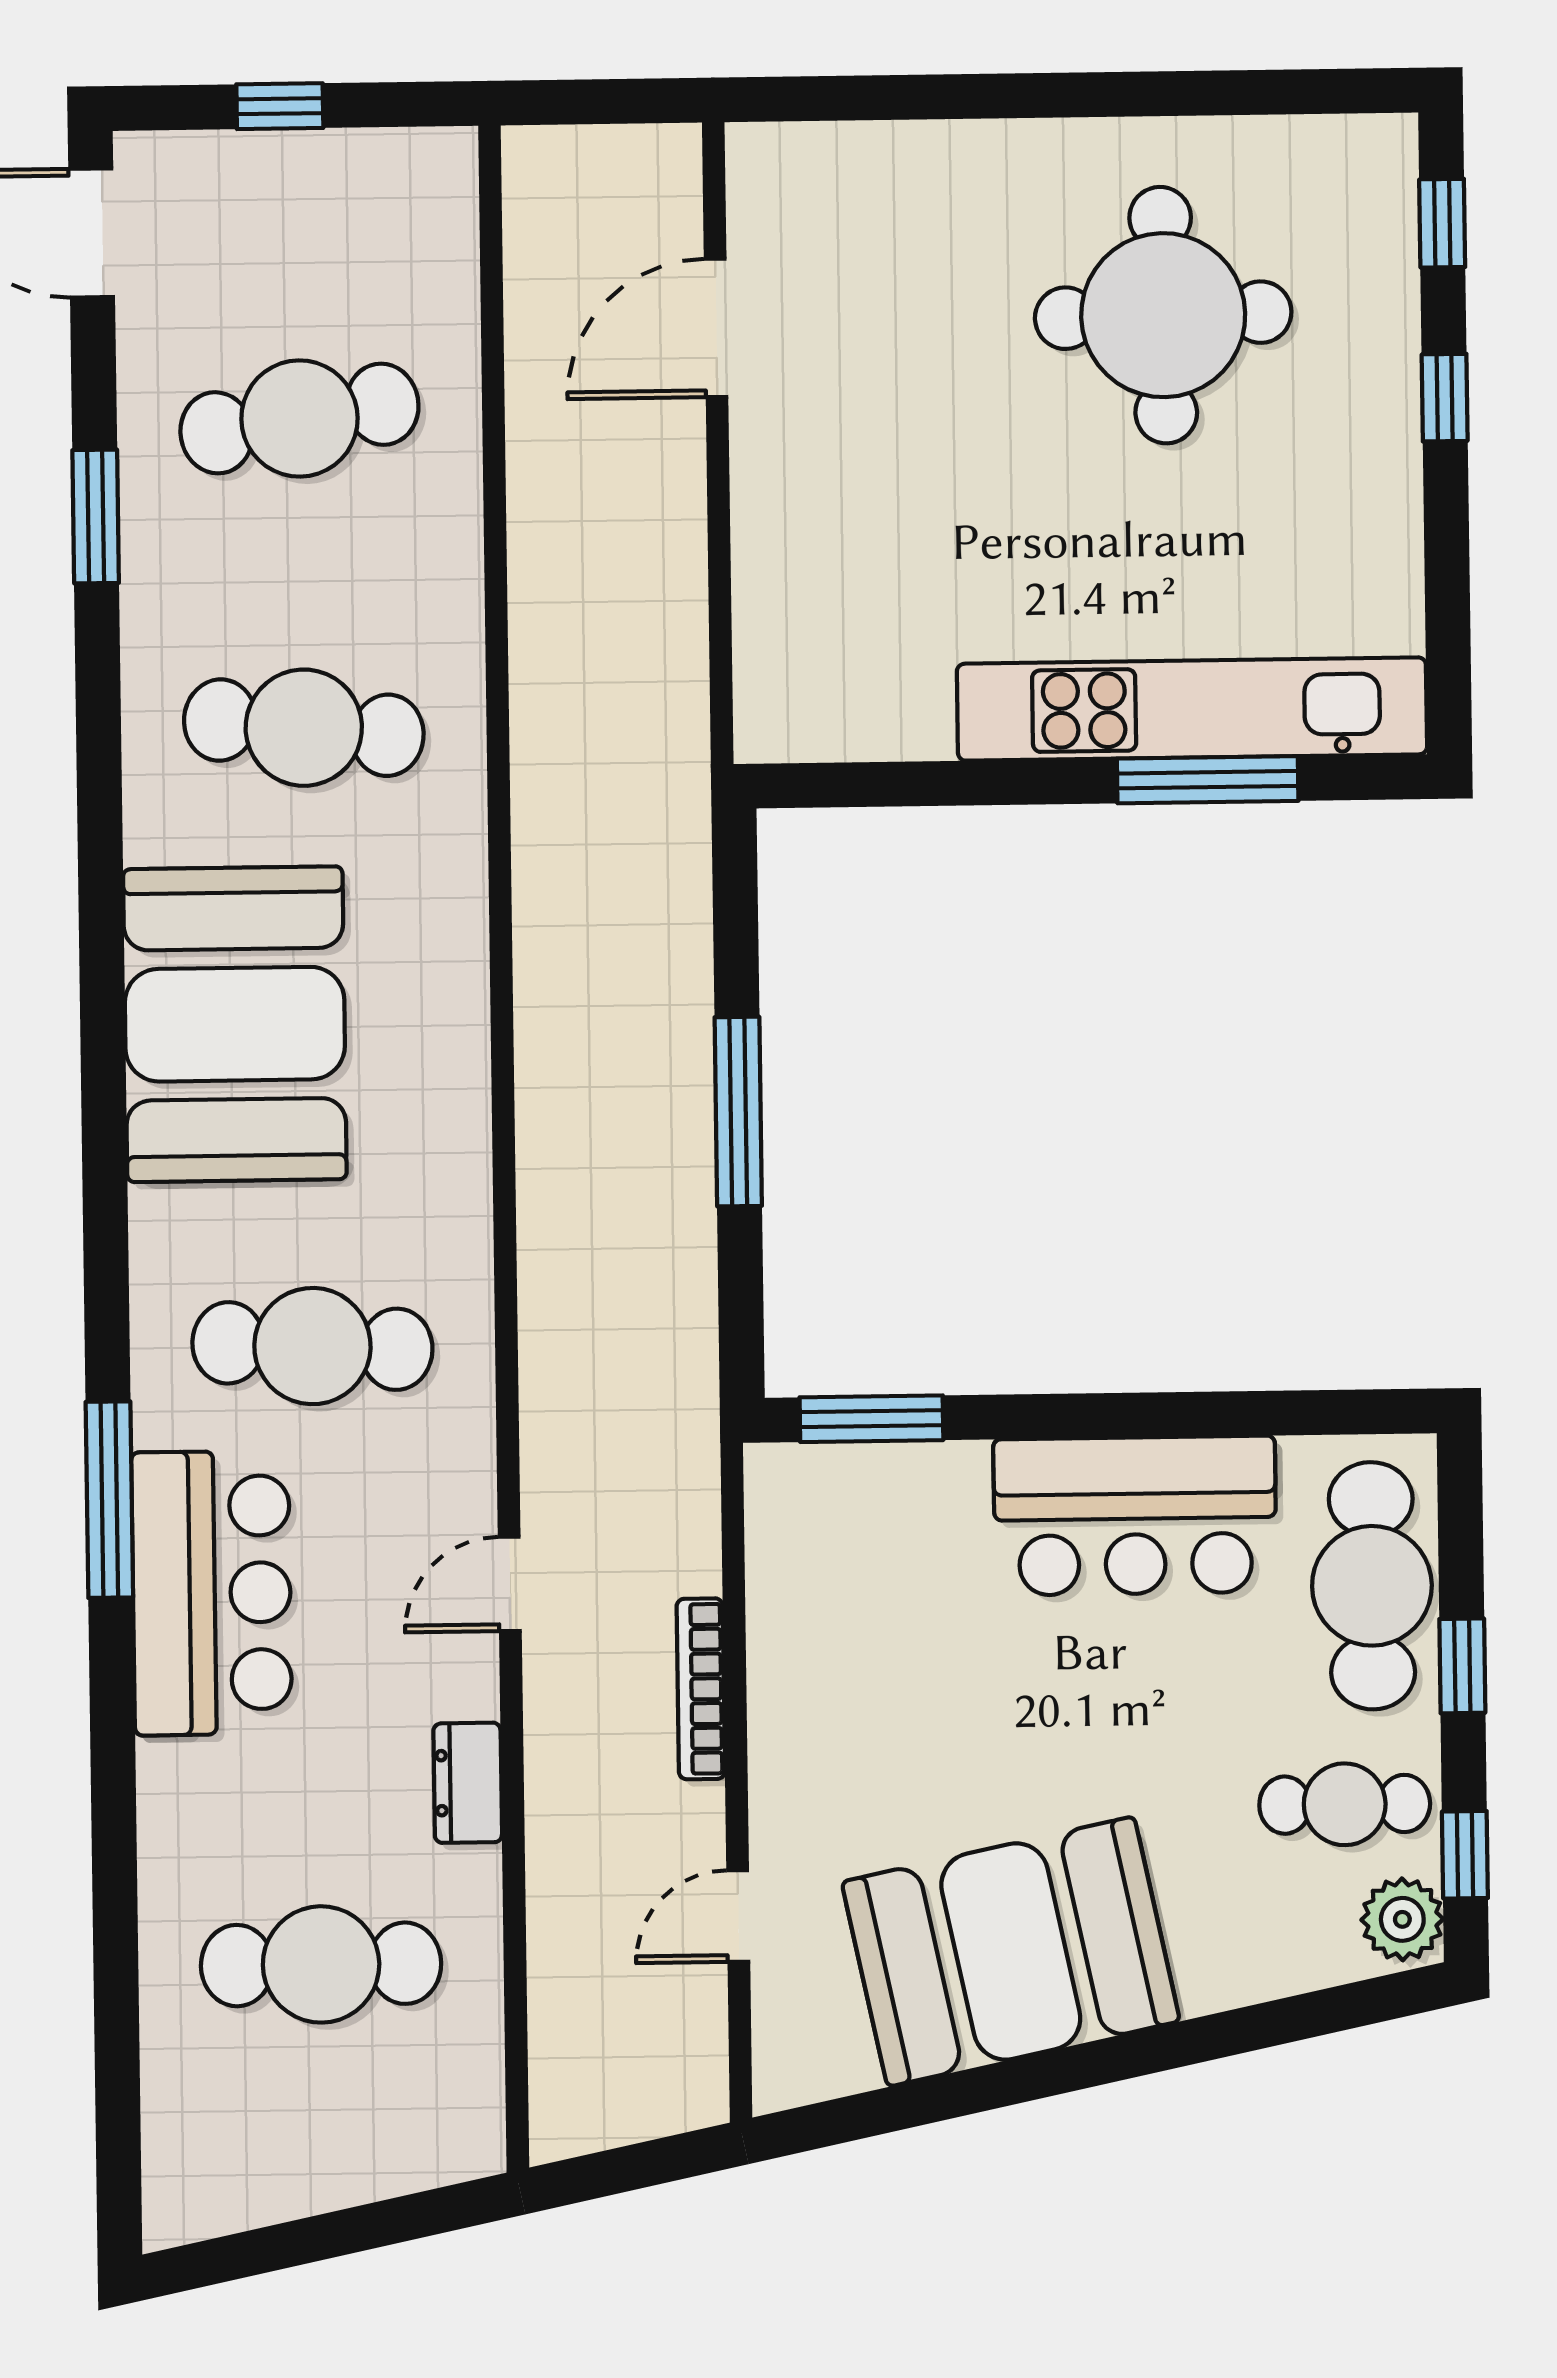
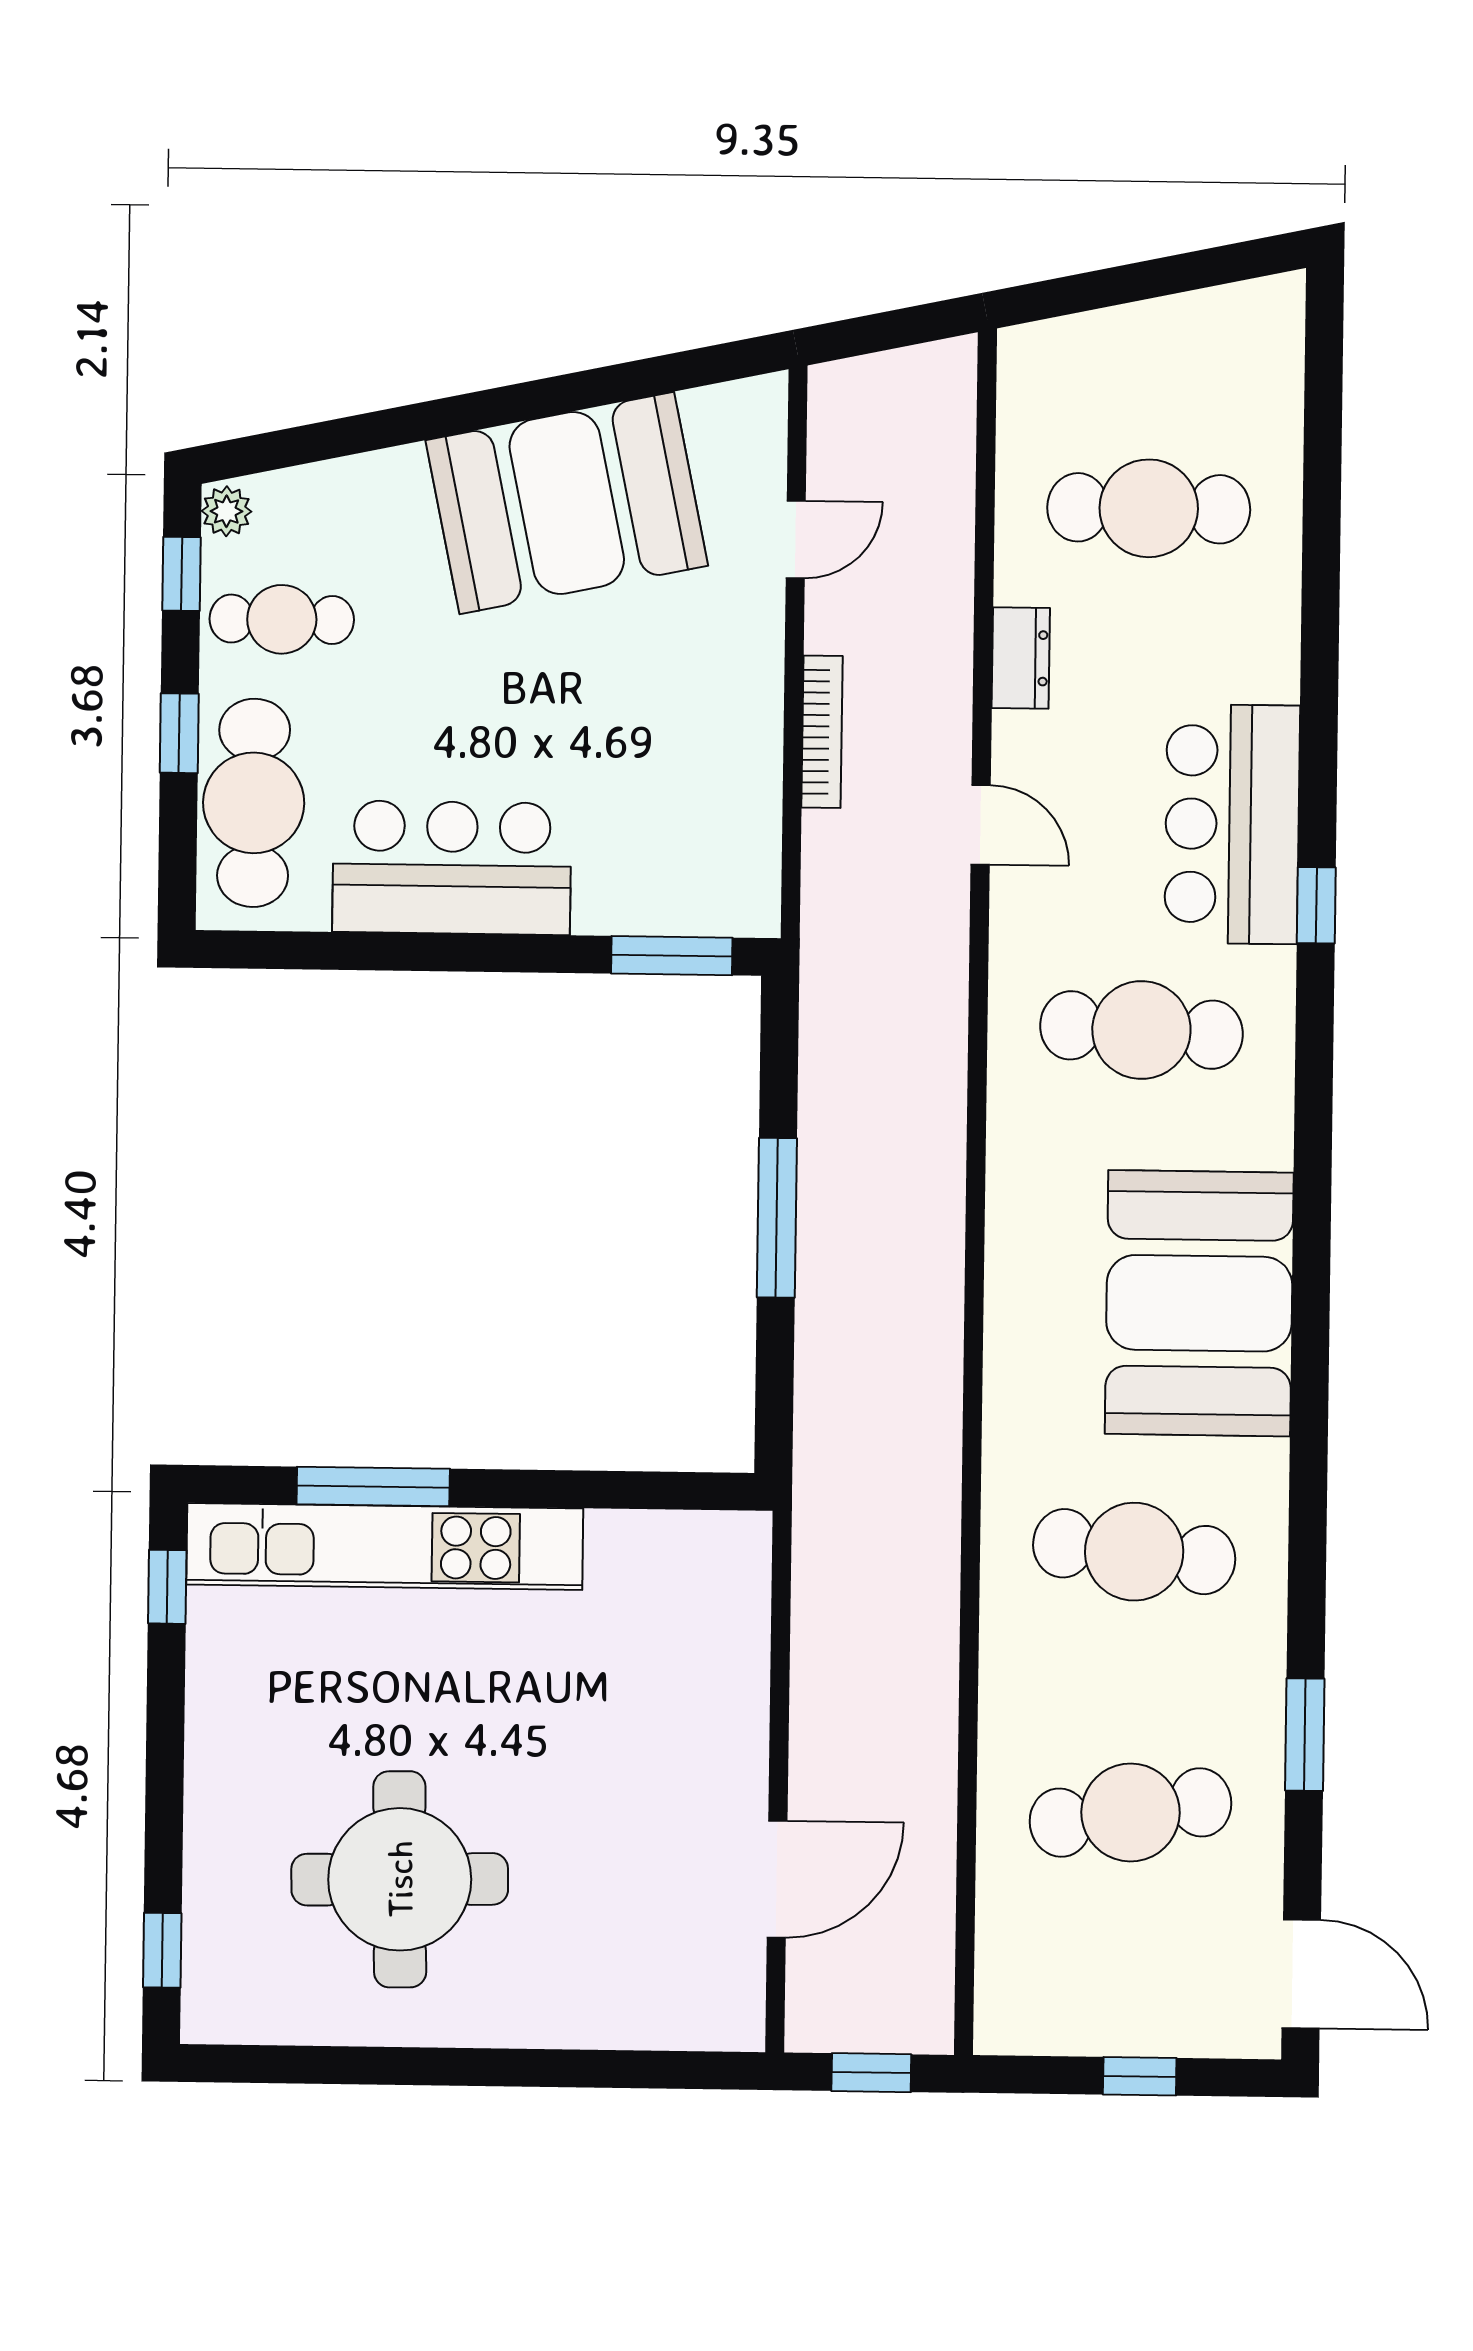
window: (598, 102) -> (871, 2073), added
window: (1445, 398) -> (167, 1587), moved
window: (109, 1500) -> (1316, 905), width x0.46
door: (510, 1584) -> (981, 825), hinge flipped
plant: (1402, 1919) -> (226, 511), width x0.73, depth x0.73

